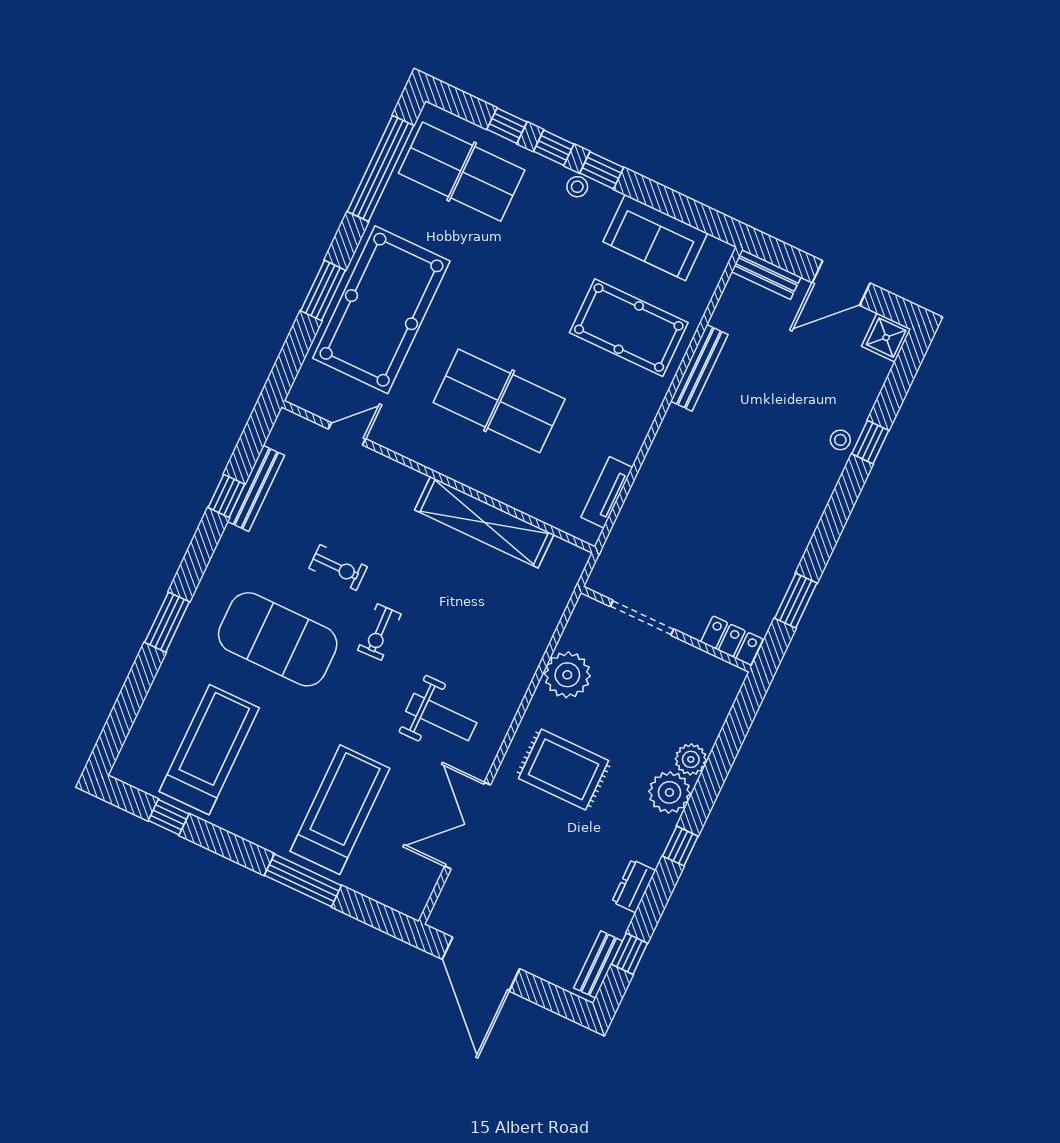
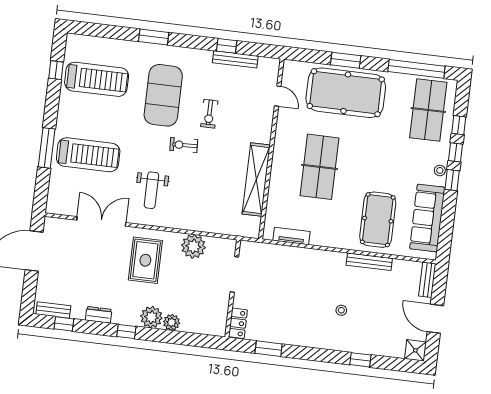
sofa: (655, 238) -> (427, 218), width x1.36
stool: (840, 440) -> (341, 310), moved

